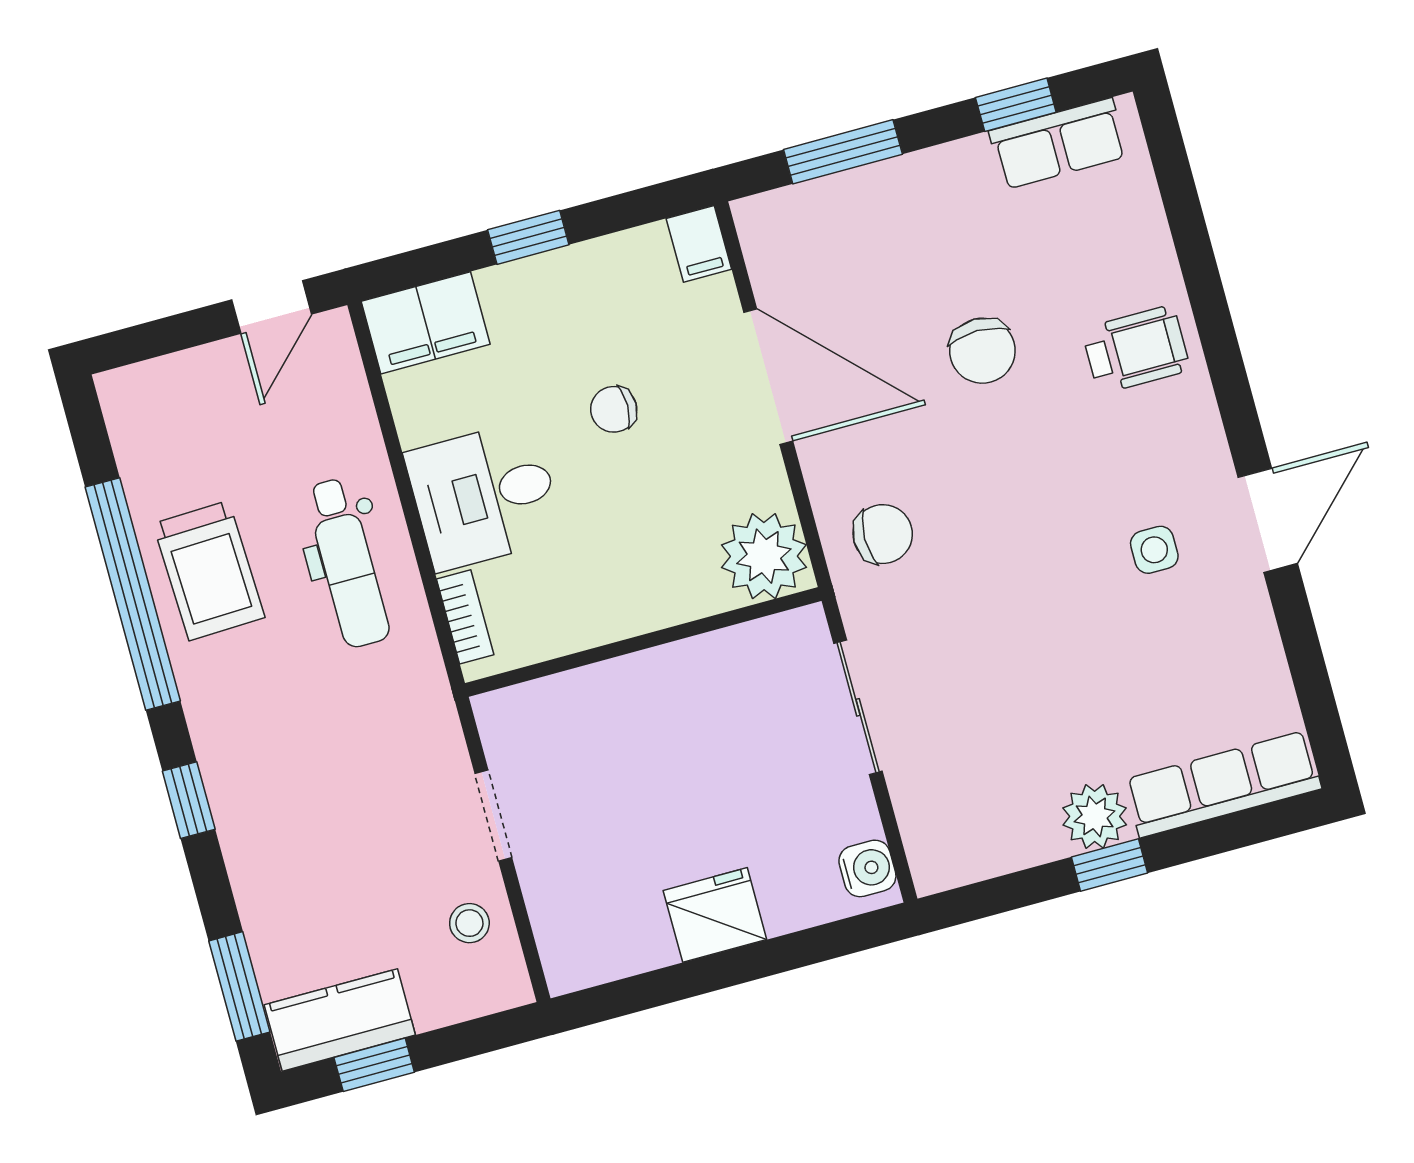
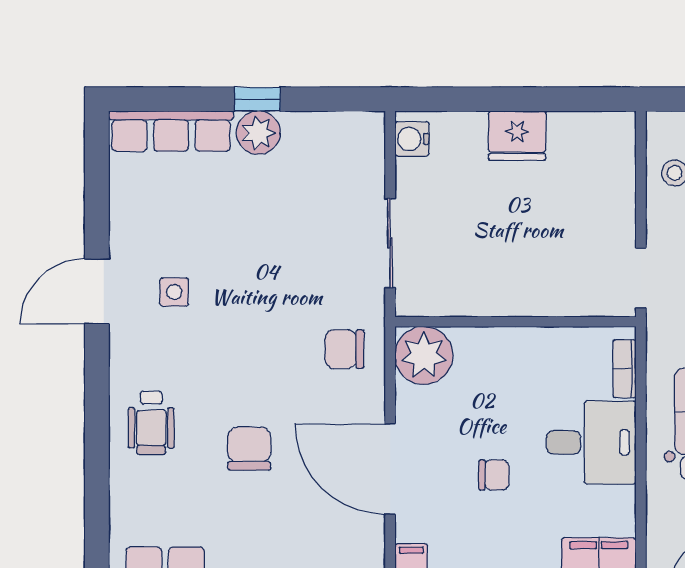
wheelchair: (1136, 349) -> (151, 423), turned -90
doorway: (493, 816) -> (641, 278), moved

